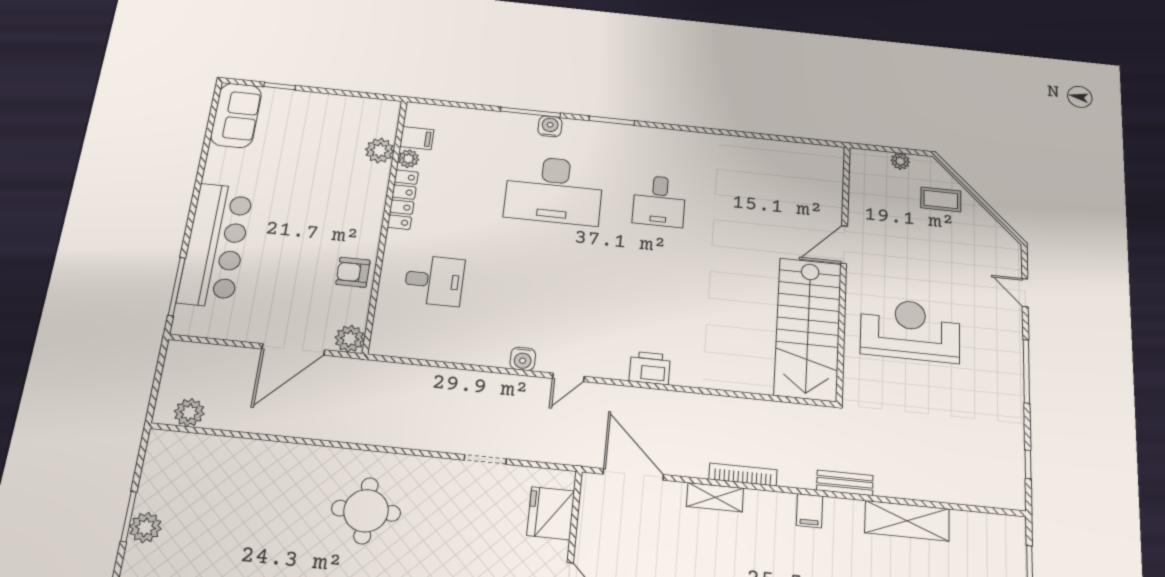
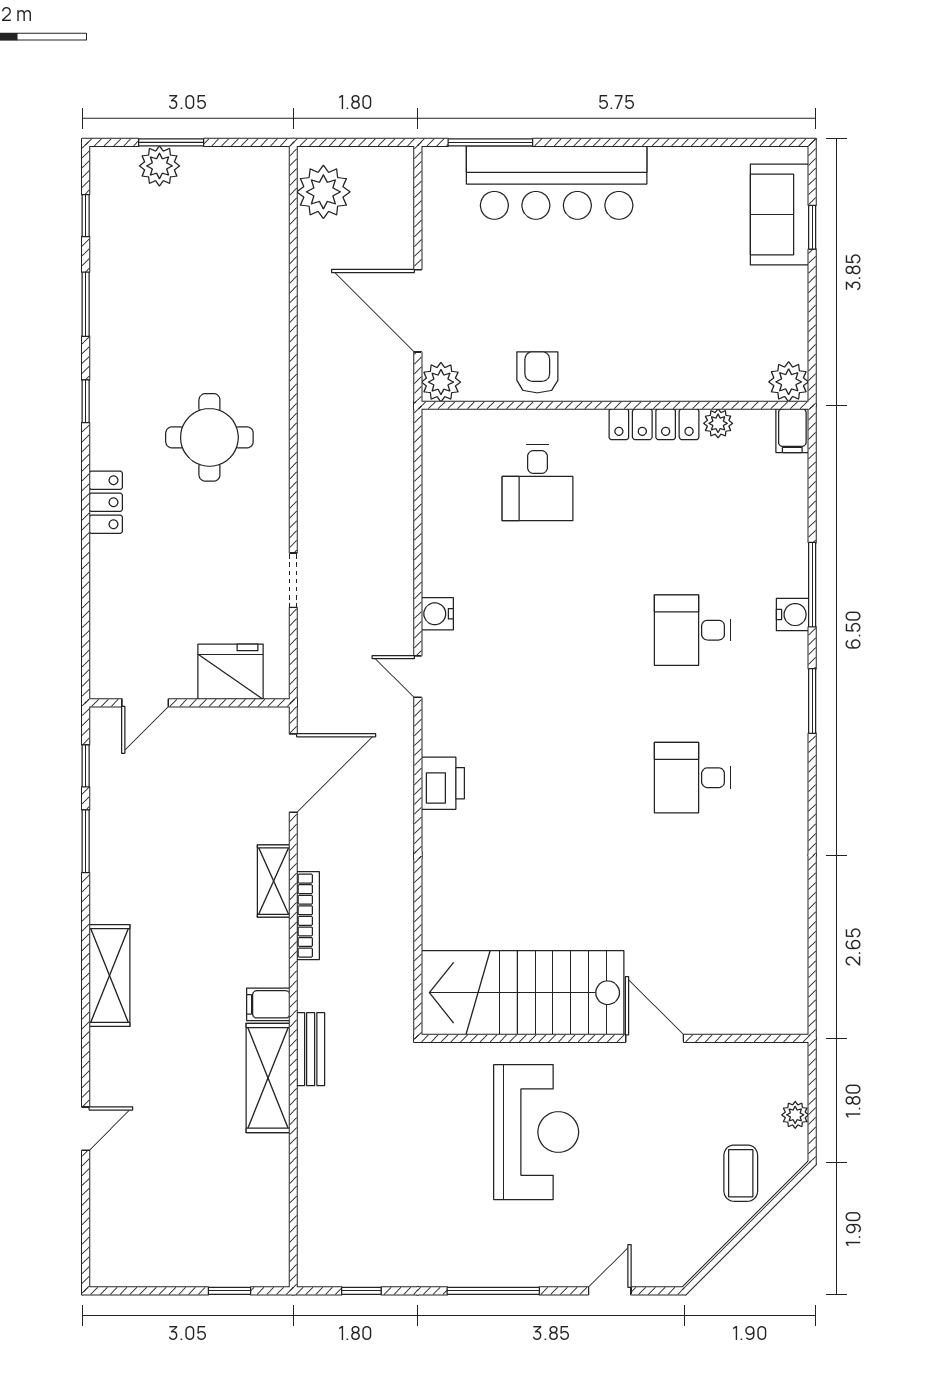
sofa: (236, 115) -> (780, 214), moved, turned 90
filing cabinet: (417, 138) -> (792, 431), moved
plant: (380, 150) -> (789, 382), moved
desk: (554, 190) -> (692, 630), width x0.53, depth x0.77
plant: (189, 412) -> (323, 192), width x1.36, depth x1.36
shelving: (907, 521) -> (268, 1078), moved

